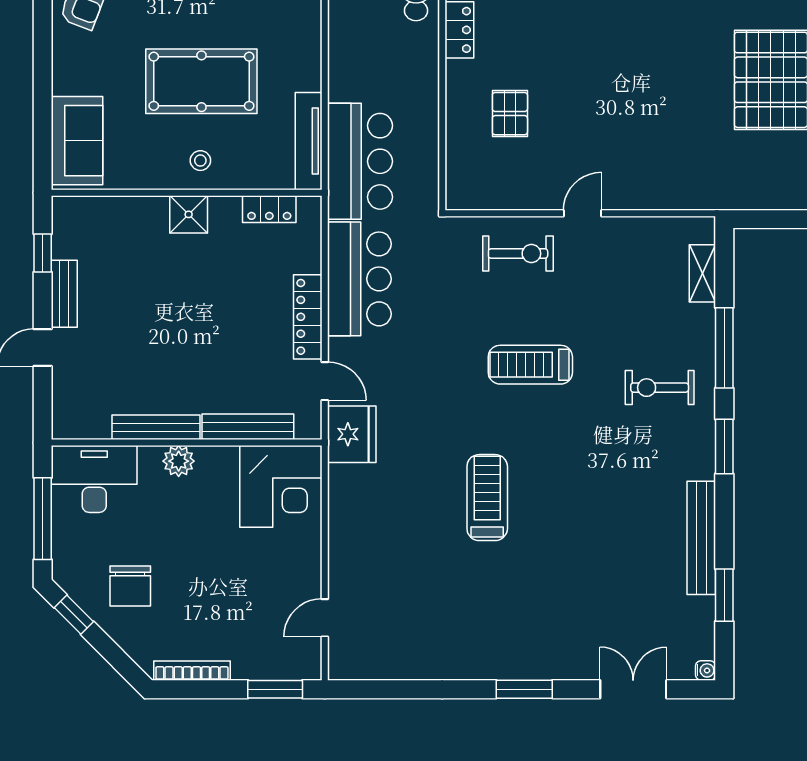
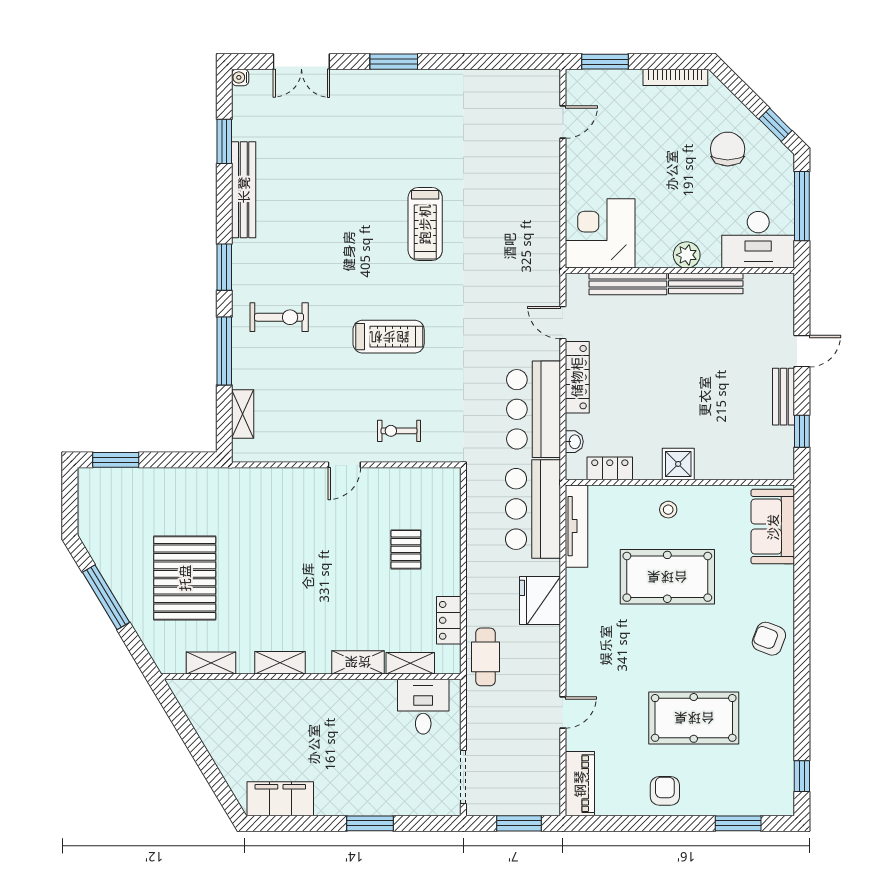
washbasin: (311, 241) -> (574, 442), added
exercise bike: (518, 254) -> (399, 431), width x0.73, depth x0.72
fridge: (352, 434) -> (540, 600), moved

